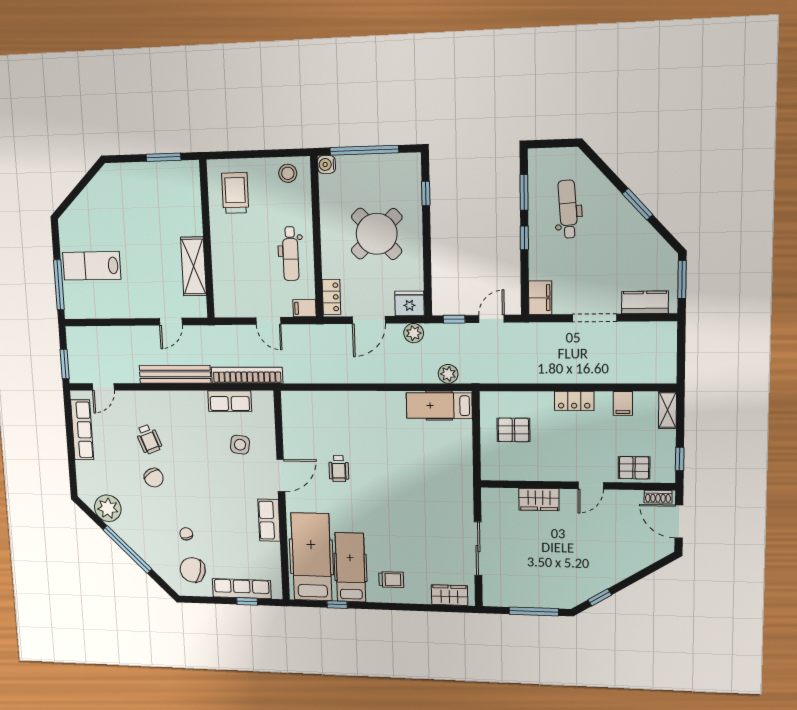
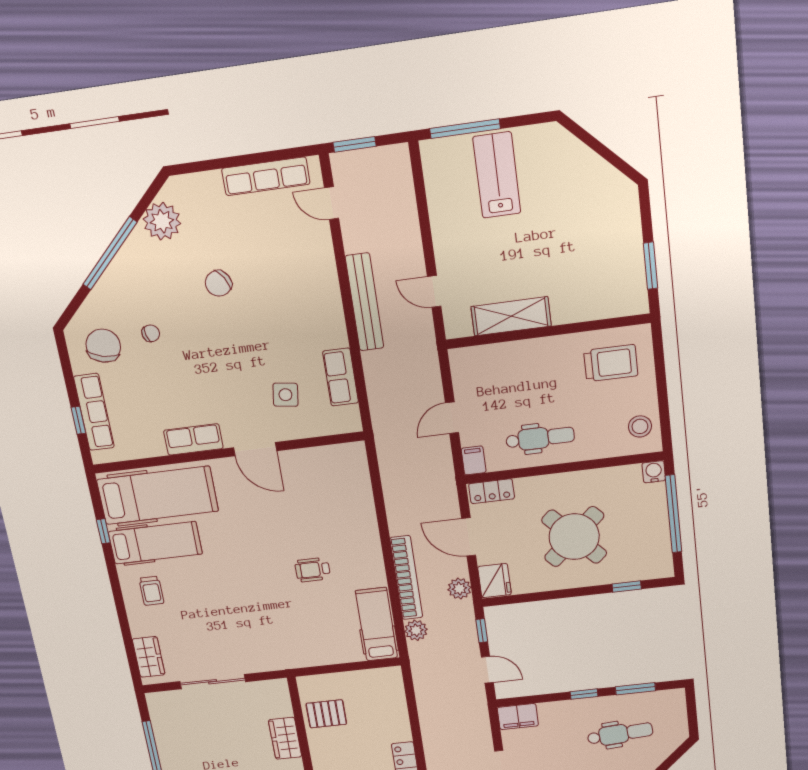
dental chair: (291, 254) -> (540, 438), turned 180
bookcase: (247, 375) -> (406, 578), moved
pallet: (513, 430) -> (326, 714), moved, turned 90
wheelchair: (149, 439) -> (270, 273), removed
wheelchair: (339, 469) -> (313, 570), moved

